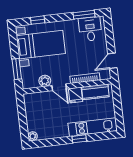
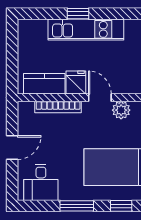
window: (84, 15) -> (77, 206), moved
door: (112, 61) -> (12, 148), moved
kitchen unit: (93, 127) -> (86, 29), moved

